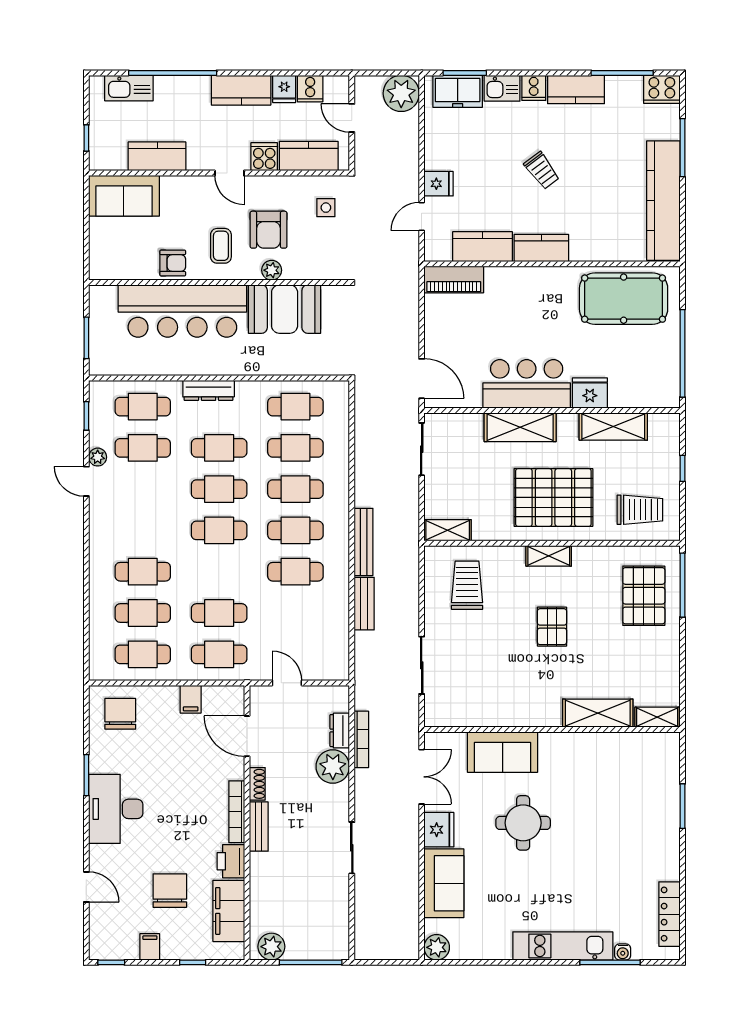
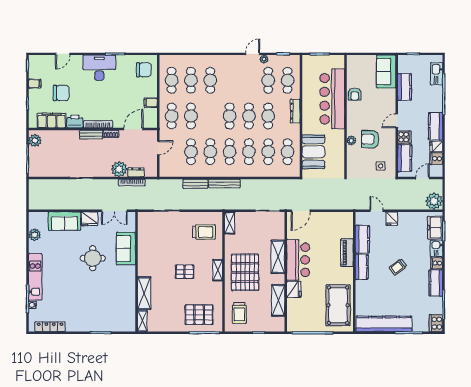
coffee table: (221, 246) -> (363, 117), removed
piano: (454, 279) -> (347, 253), moved
booth: (285, 309) -> (313, 152), moved
cafe table: (295, 613) -> (191, 152), added
plant: (437, 947) -> (35, 235), moved

